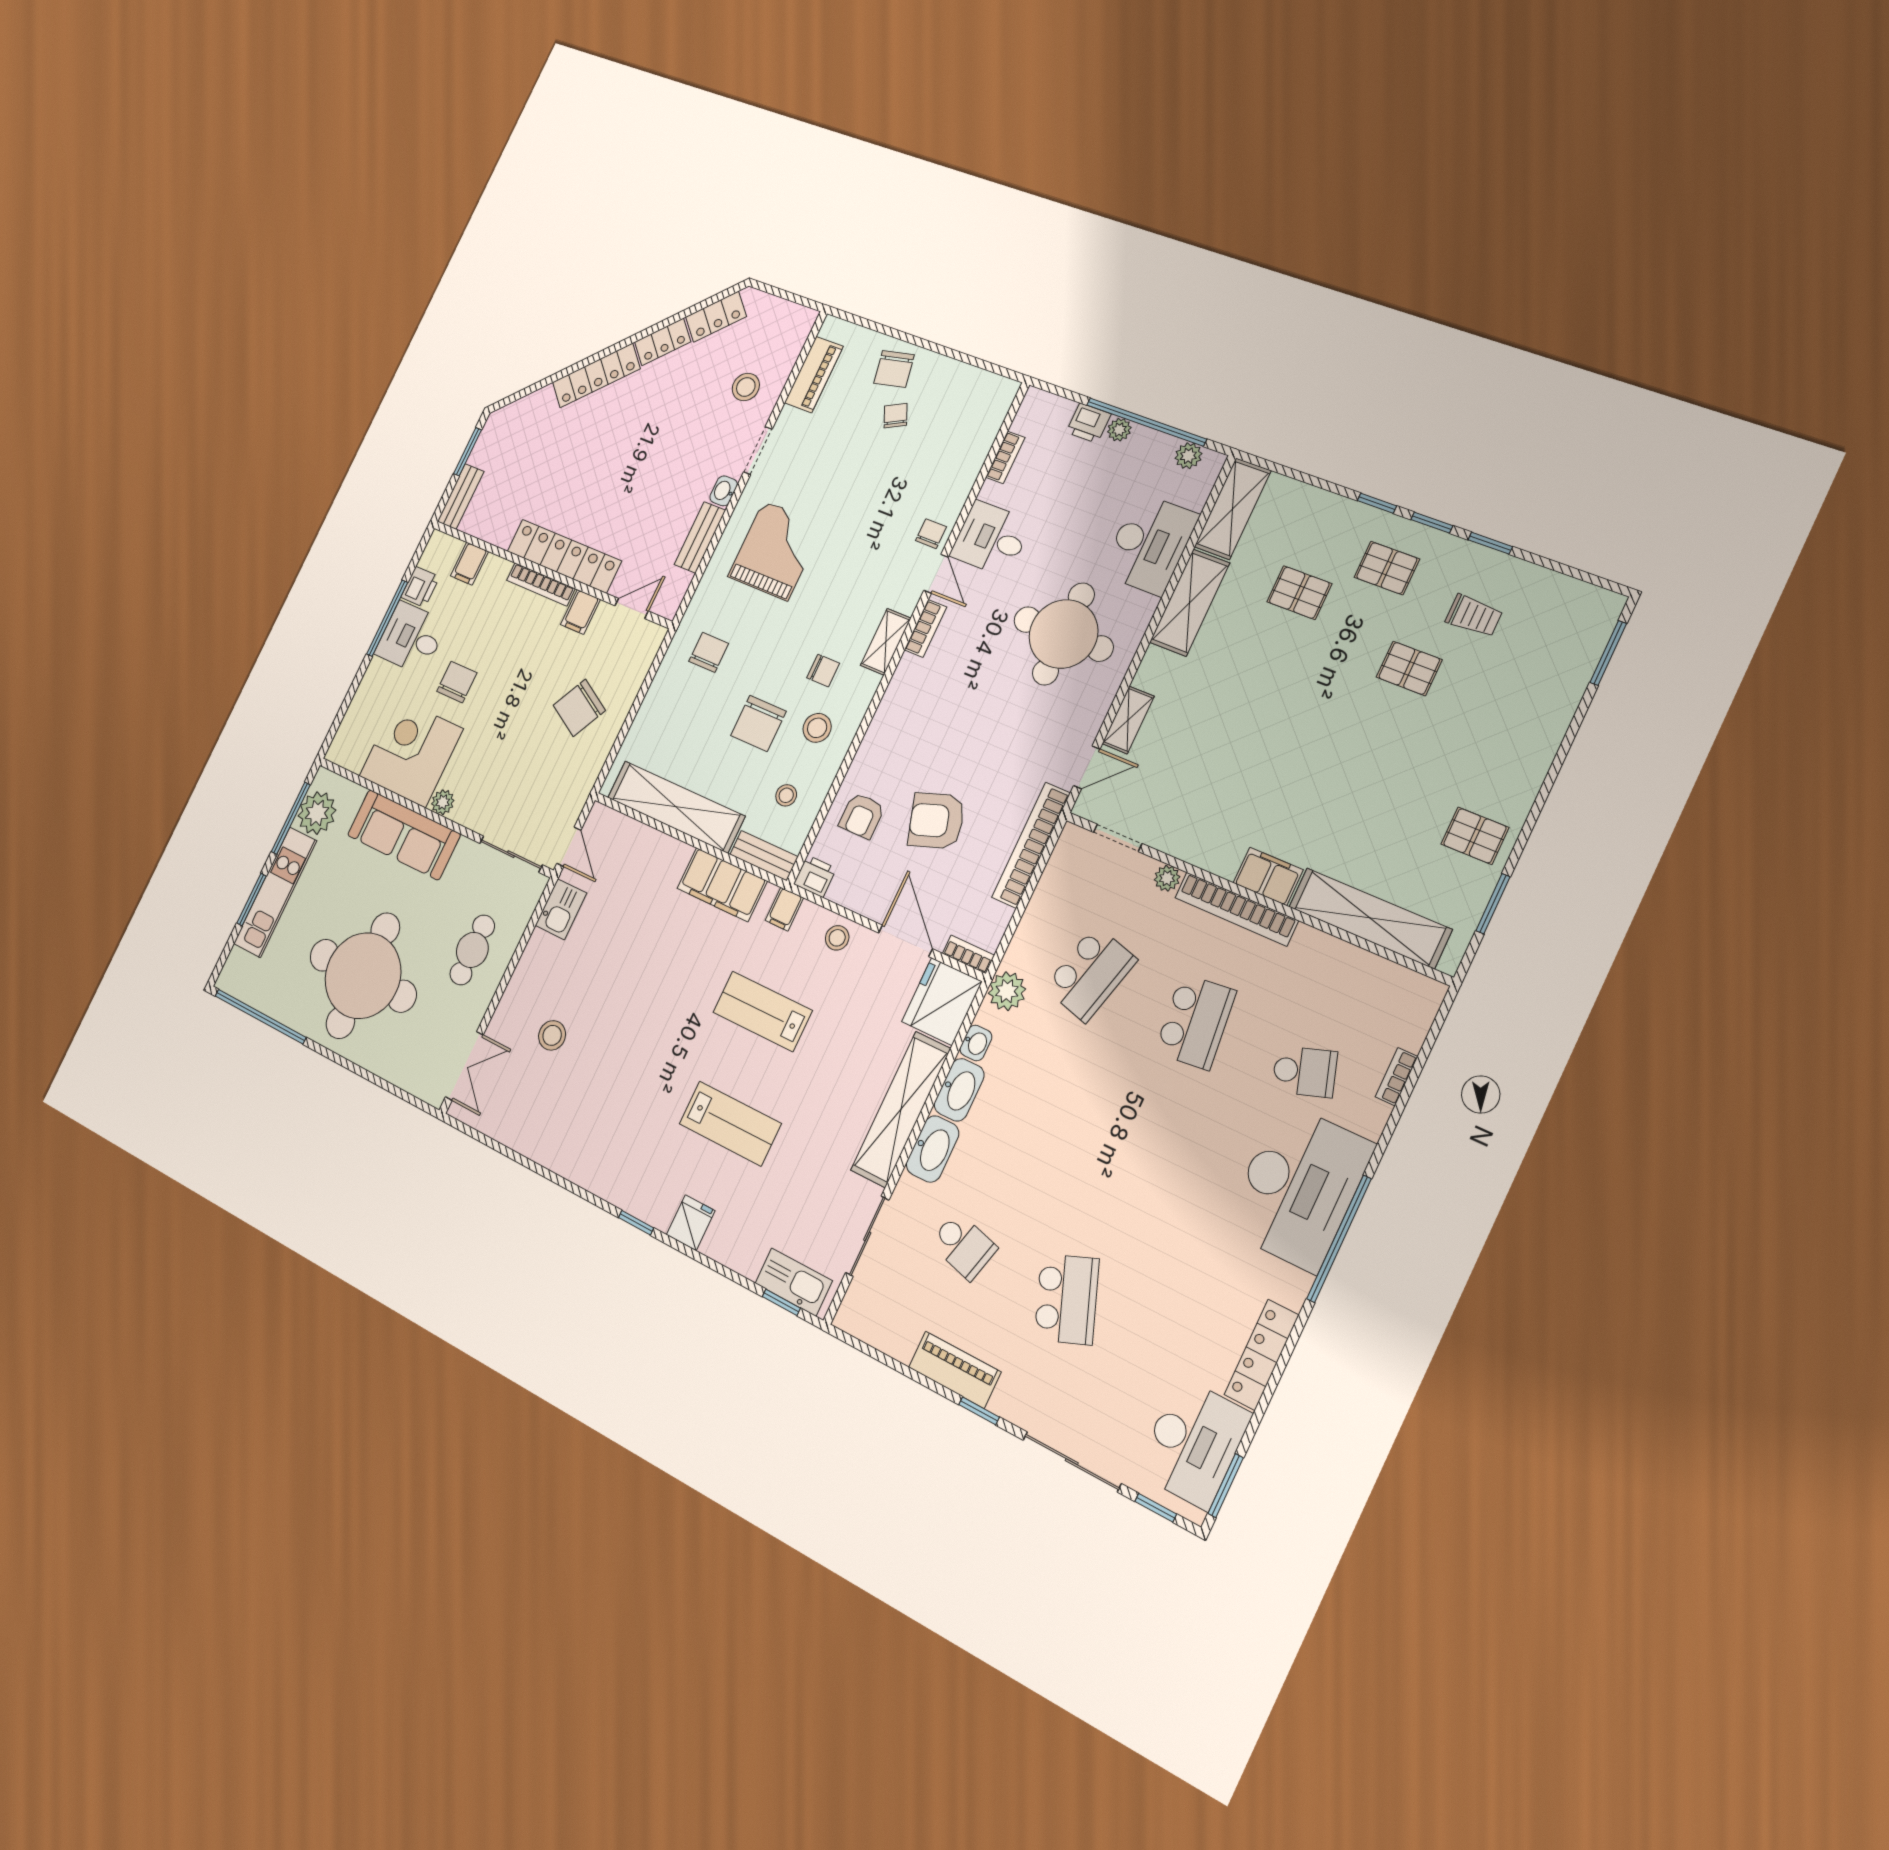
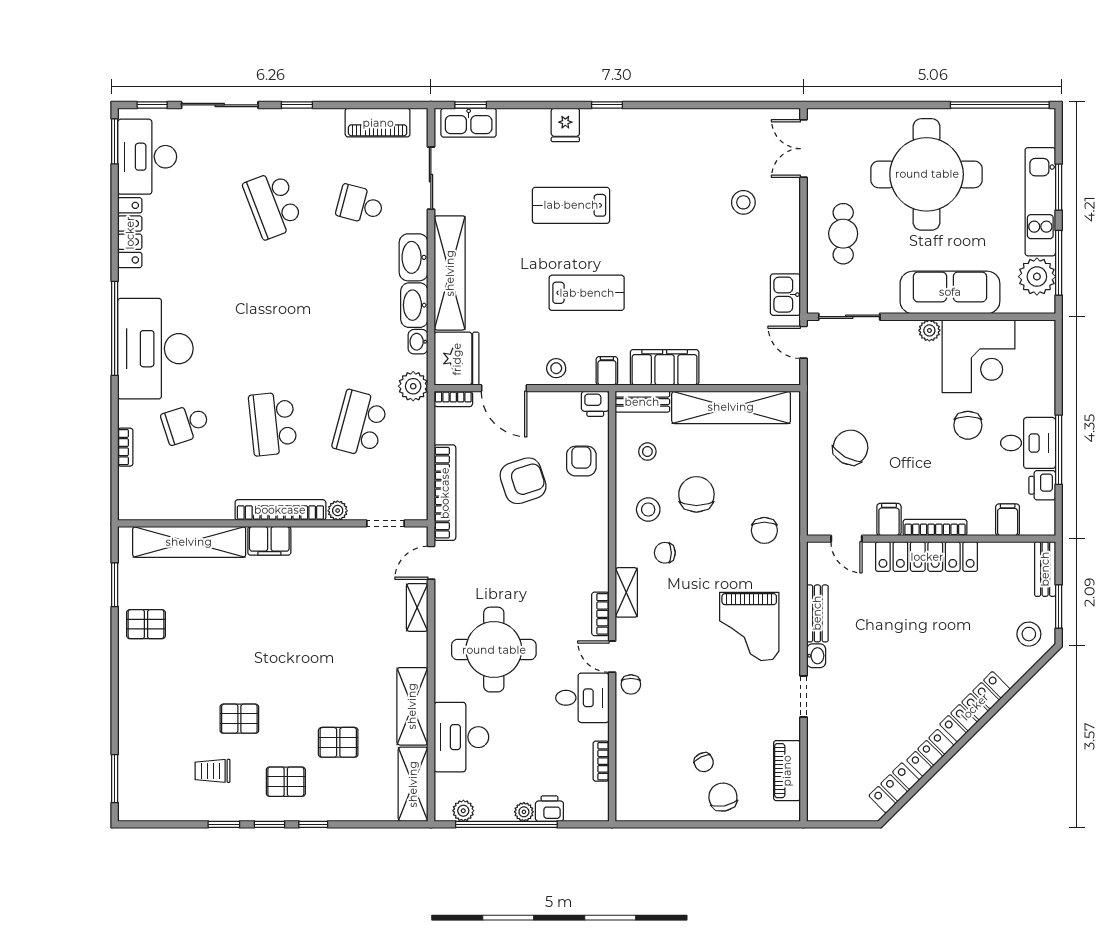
stool: (746, 387) -> (1029, 634), moved
door: (632, 608) -> (847, 539), hinge flipped
piano: (955, 1370) -> (378, 123), moved

